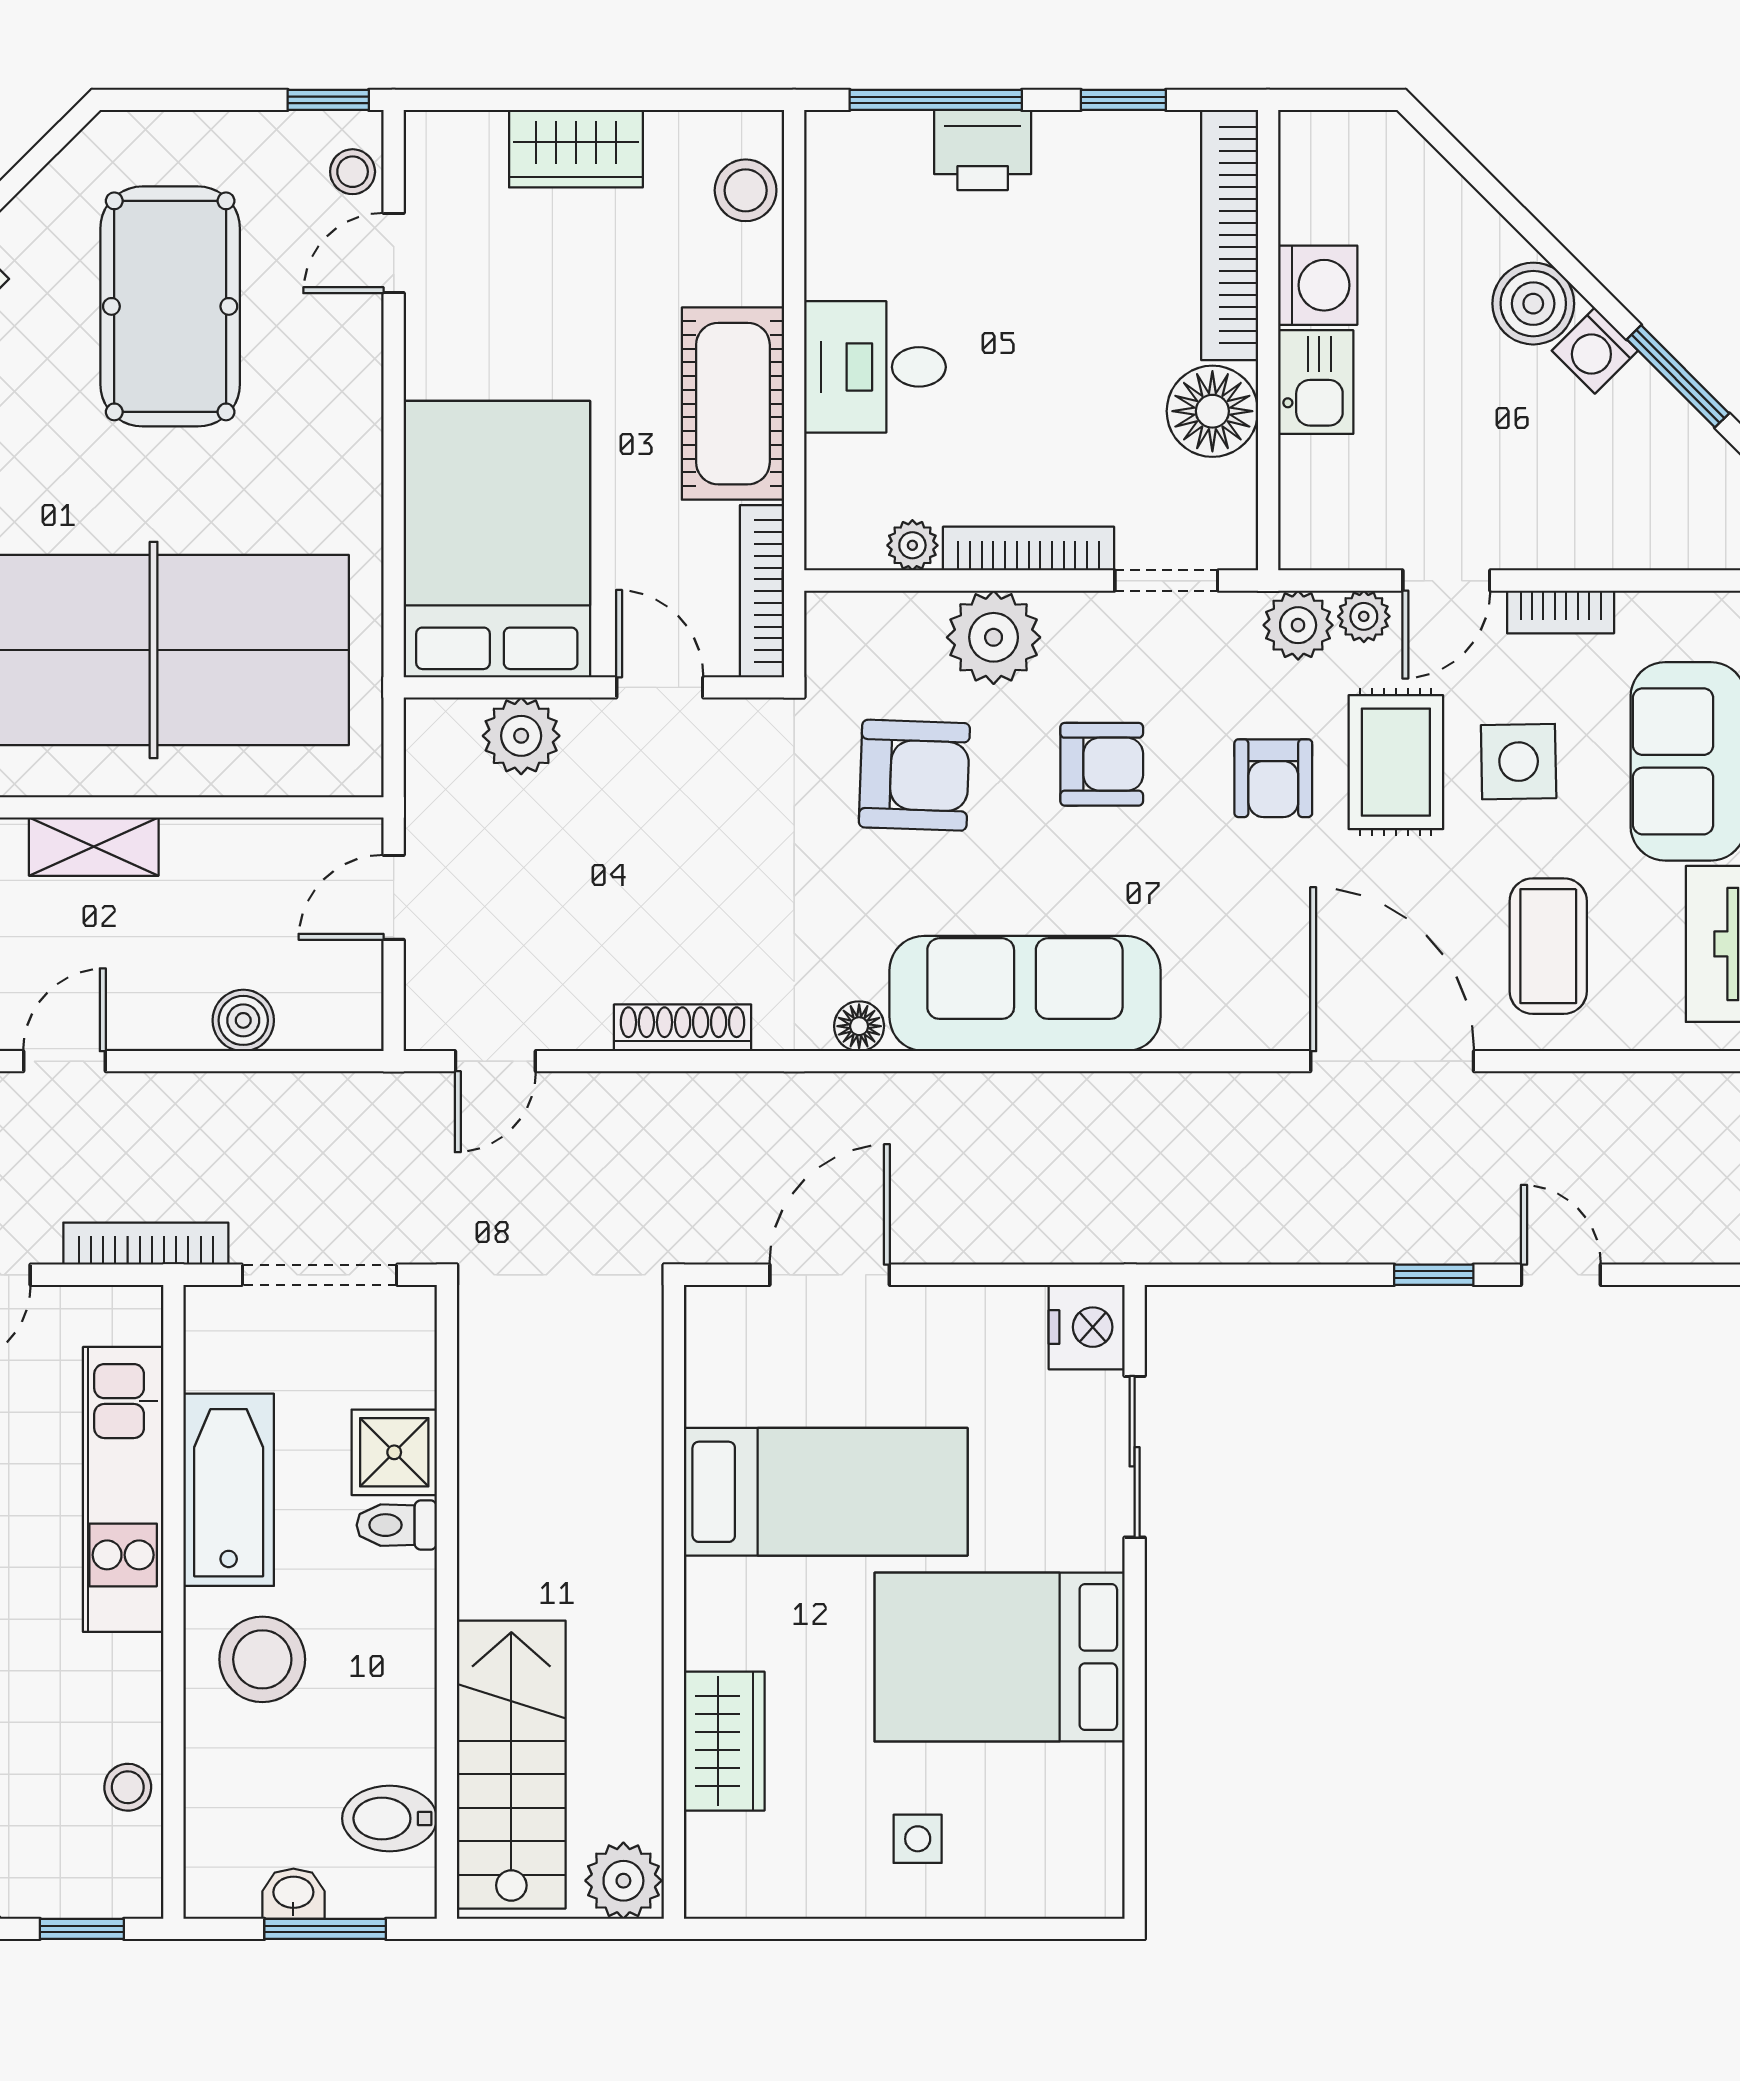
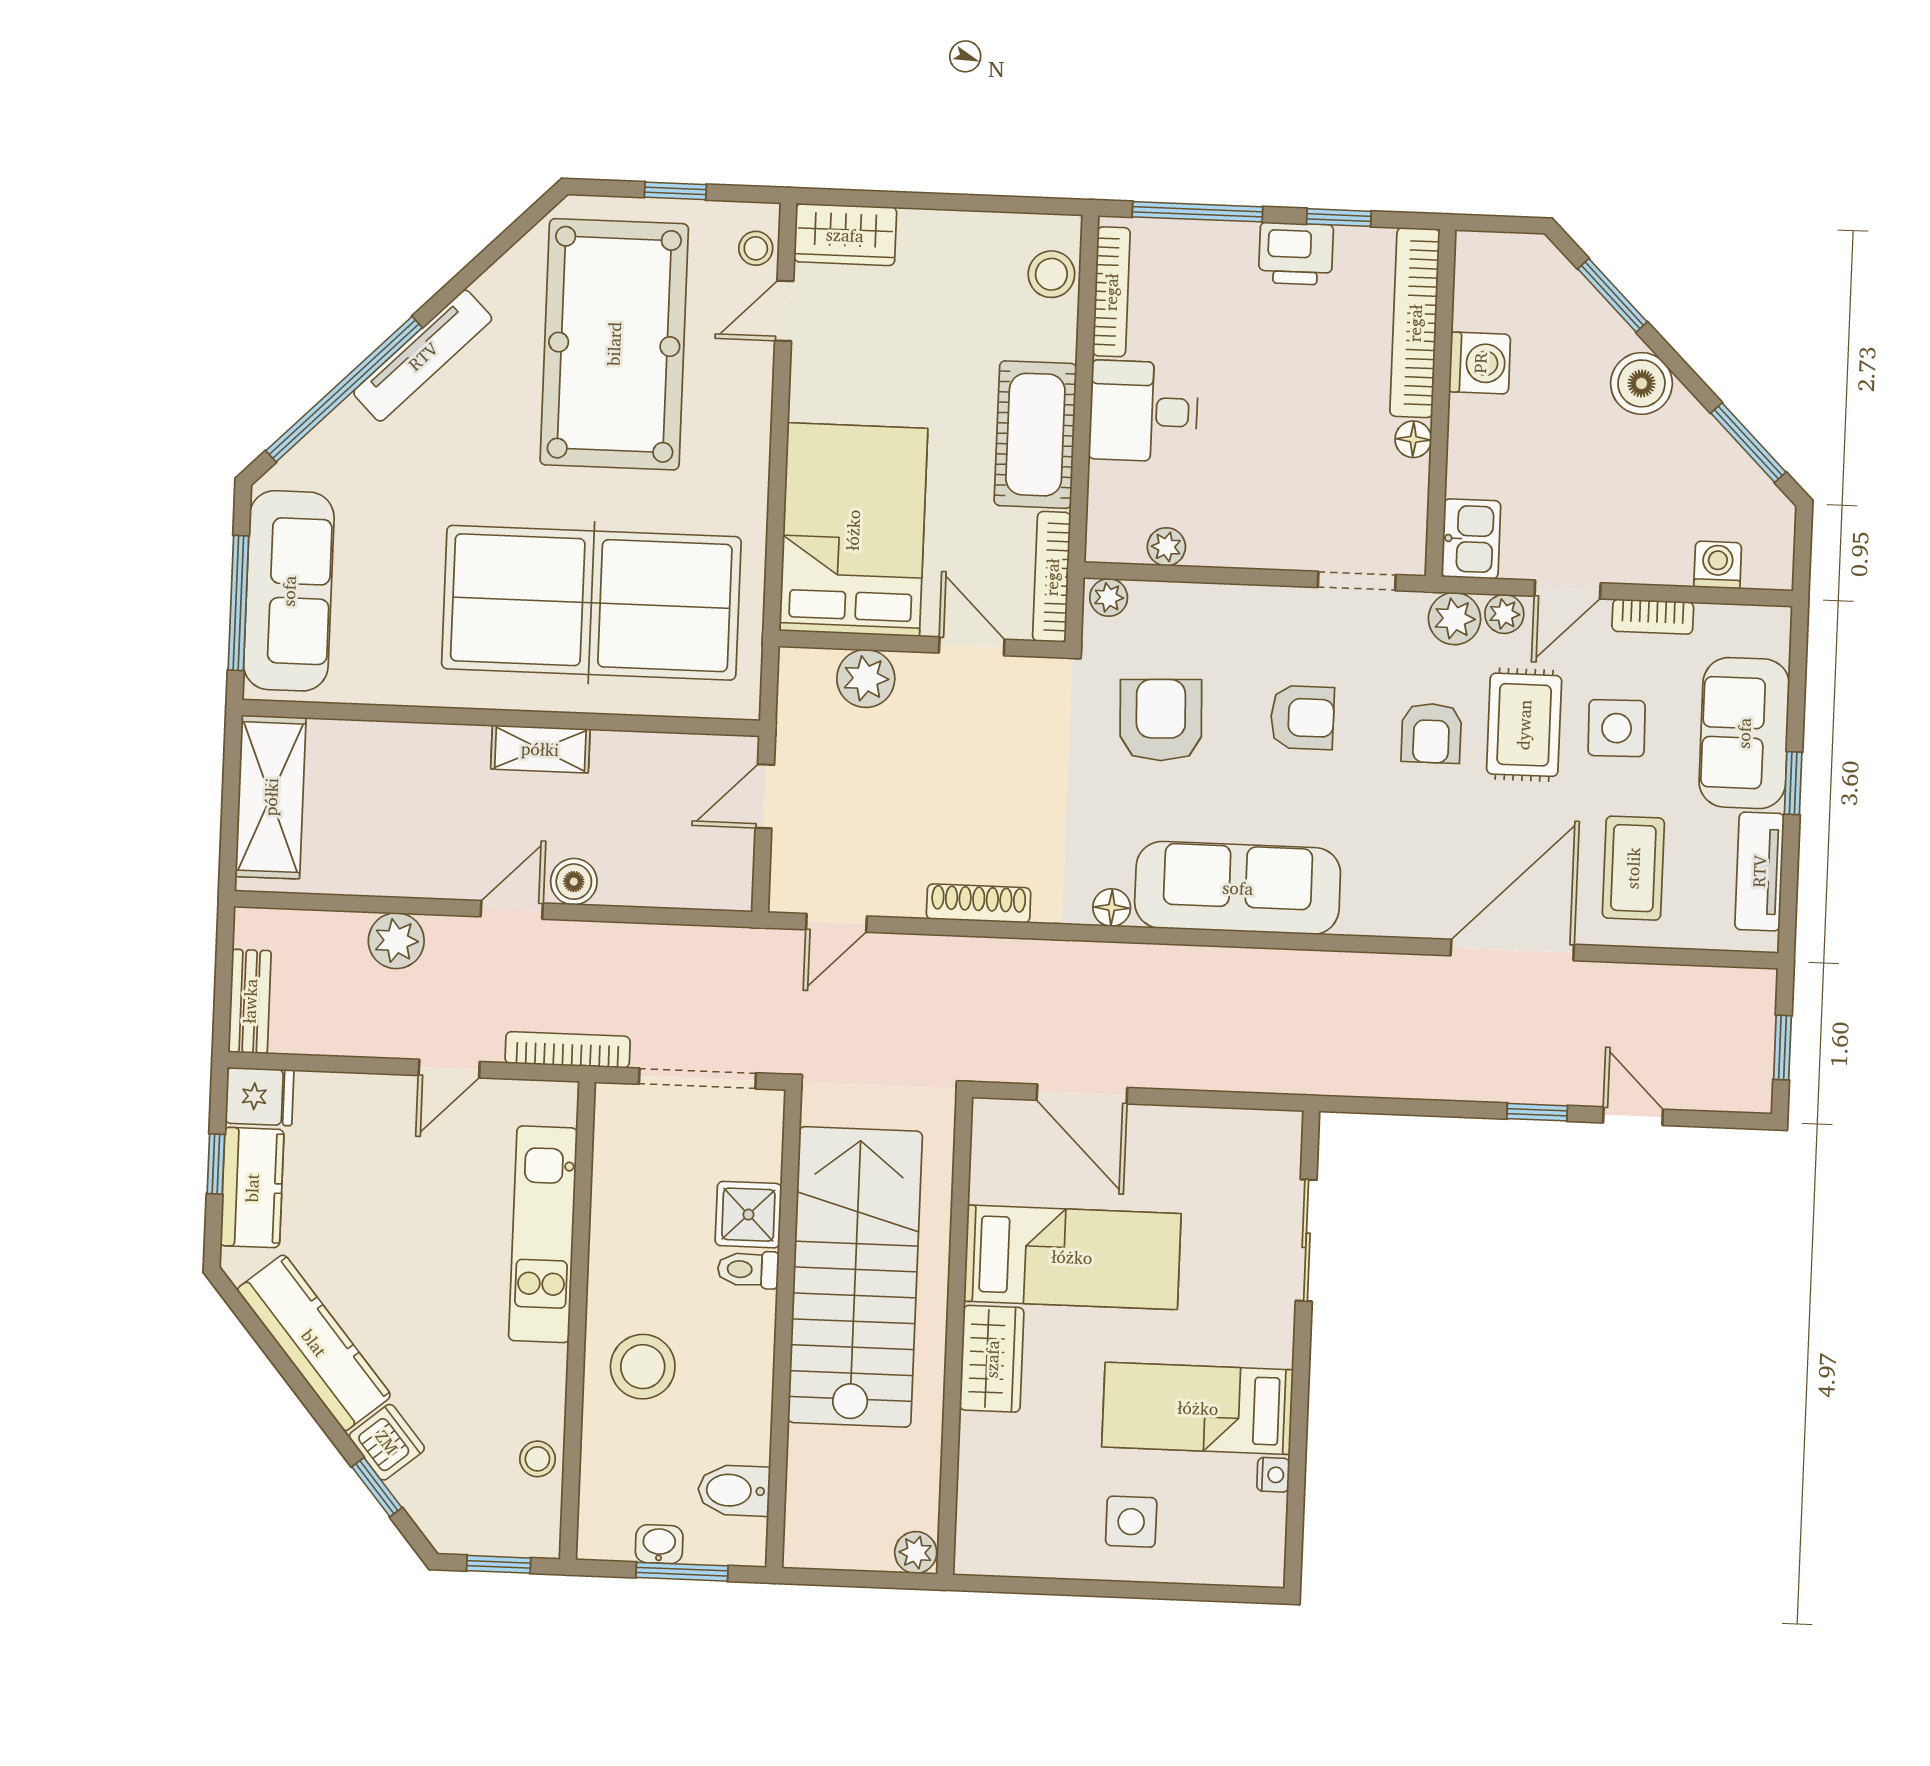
window: (328, 100) -> (675, 191), moved
wardrobe: (576, 149) -> (845, 235), moved
printer: (983, 150) -> (1296, 254), moved
window: (1490, 189) -> (1613, 295), added
pool table: (170, 306) -> (614, 344), width x1.36, depth x1.32
washing machine: (1595, 351) -> (1718, 565), moved, turned 135
kitchen sink: (1316, 382) -> (1471, 539), moved
floor lamp: (1212, 411) -> (1413, 439), width x0.53, depth x0.53
bookcase: (1029, 549) -> (1111, 292), moved, turned 90
plant: (994, 637) -> (1109, 597), moved, width x0.53, depth x0.53
armchair: (914, 775) -> (1161, 720), turned -94
boiler: (243, 1020) -> (574, 882), moved
door: (1392, 1061) -> (1512, 950), hinge flipped
door: (830, 1275) -> (1082, 1094), swing flipped
nightstand: (1087, 1327) -> (1273, 1475), moved, width x0.53, depth x0.56
bathtub: (229, 1490) -> (622, 1238), removed
bed: (1000, 1657) -> (1198, 1408), width x0.67
wardrobe: (724, 1741) -> (992, 1359), moved
stairs: (511, 1765) -> (855, 1277), moved, width x1.36, depth x1.51
side table: (918, 1839) -> (1131, 1522), width x1.37, depth x1.37
plant: (623, 1881) -> (916, 1552), width x0.73, depth x0.73

